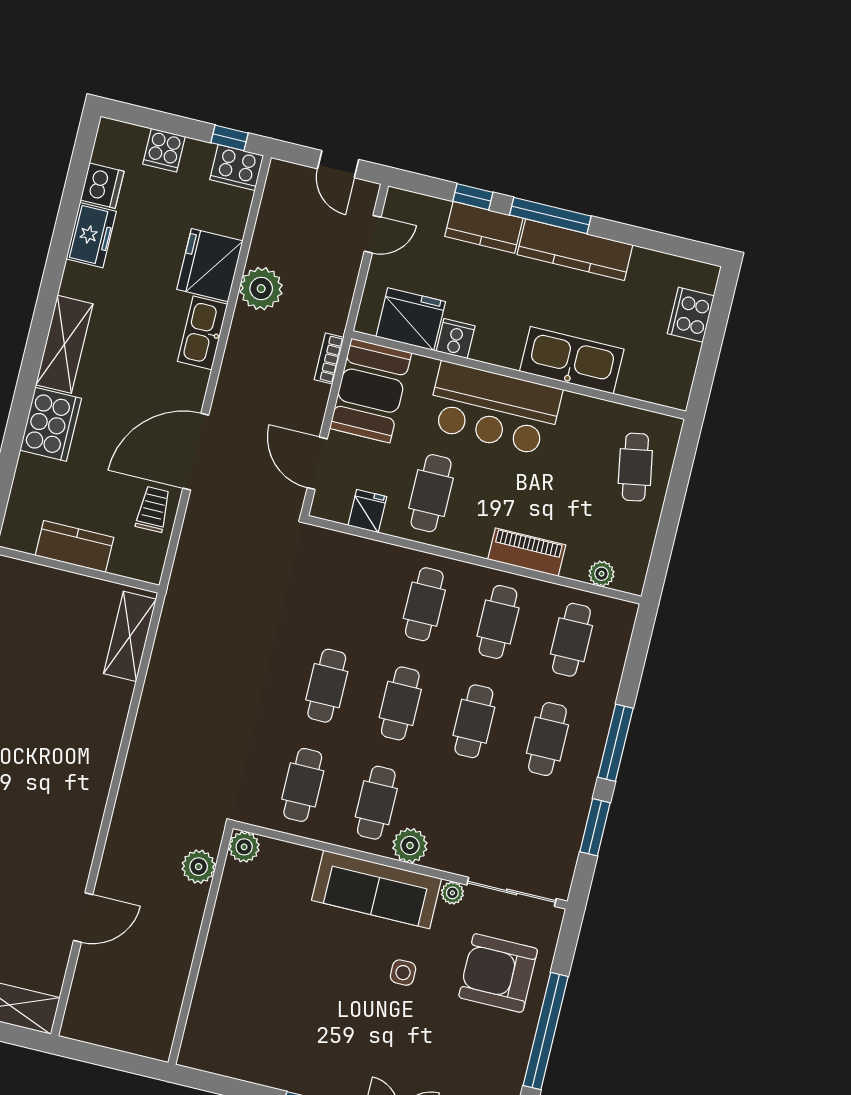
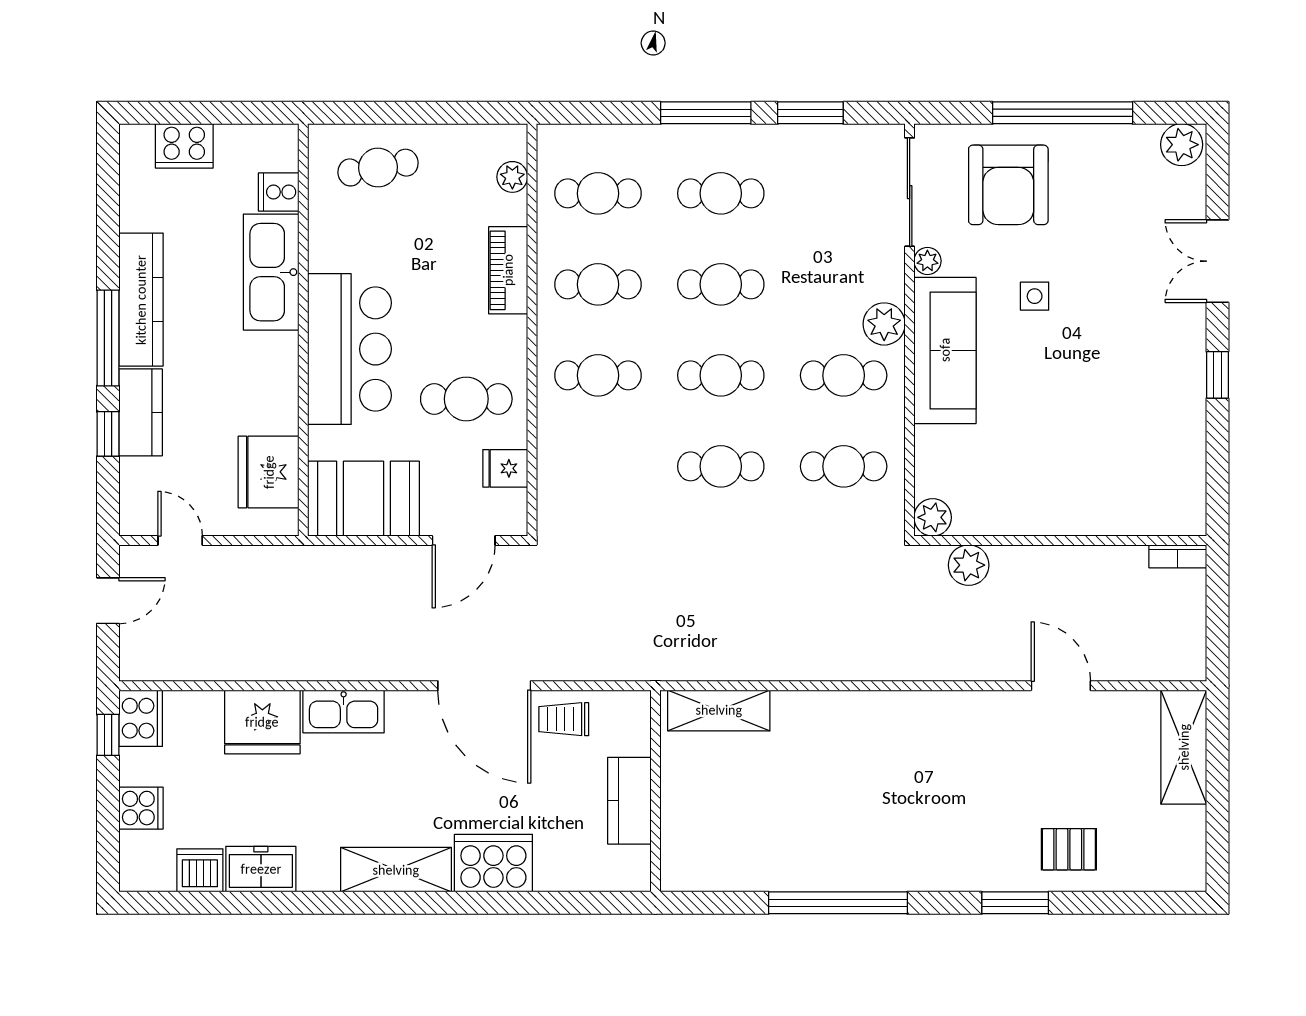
plant: (261, 289) -> (275, 655), removed
cooker: (456, 339) -> (279, 192), moved
bookcase: (329, 358) -> (1178, 556), moved

